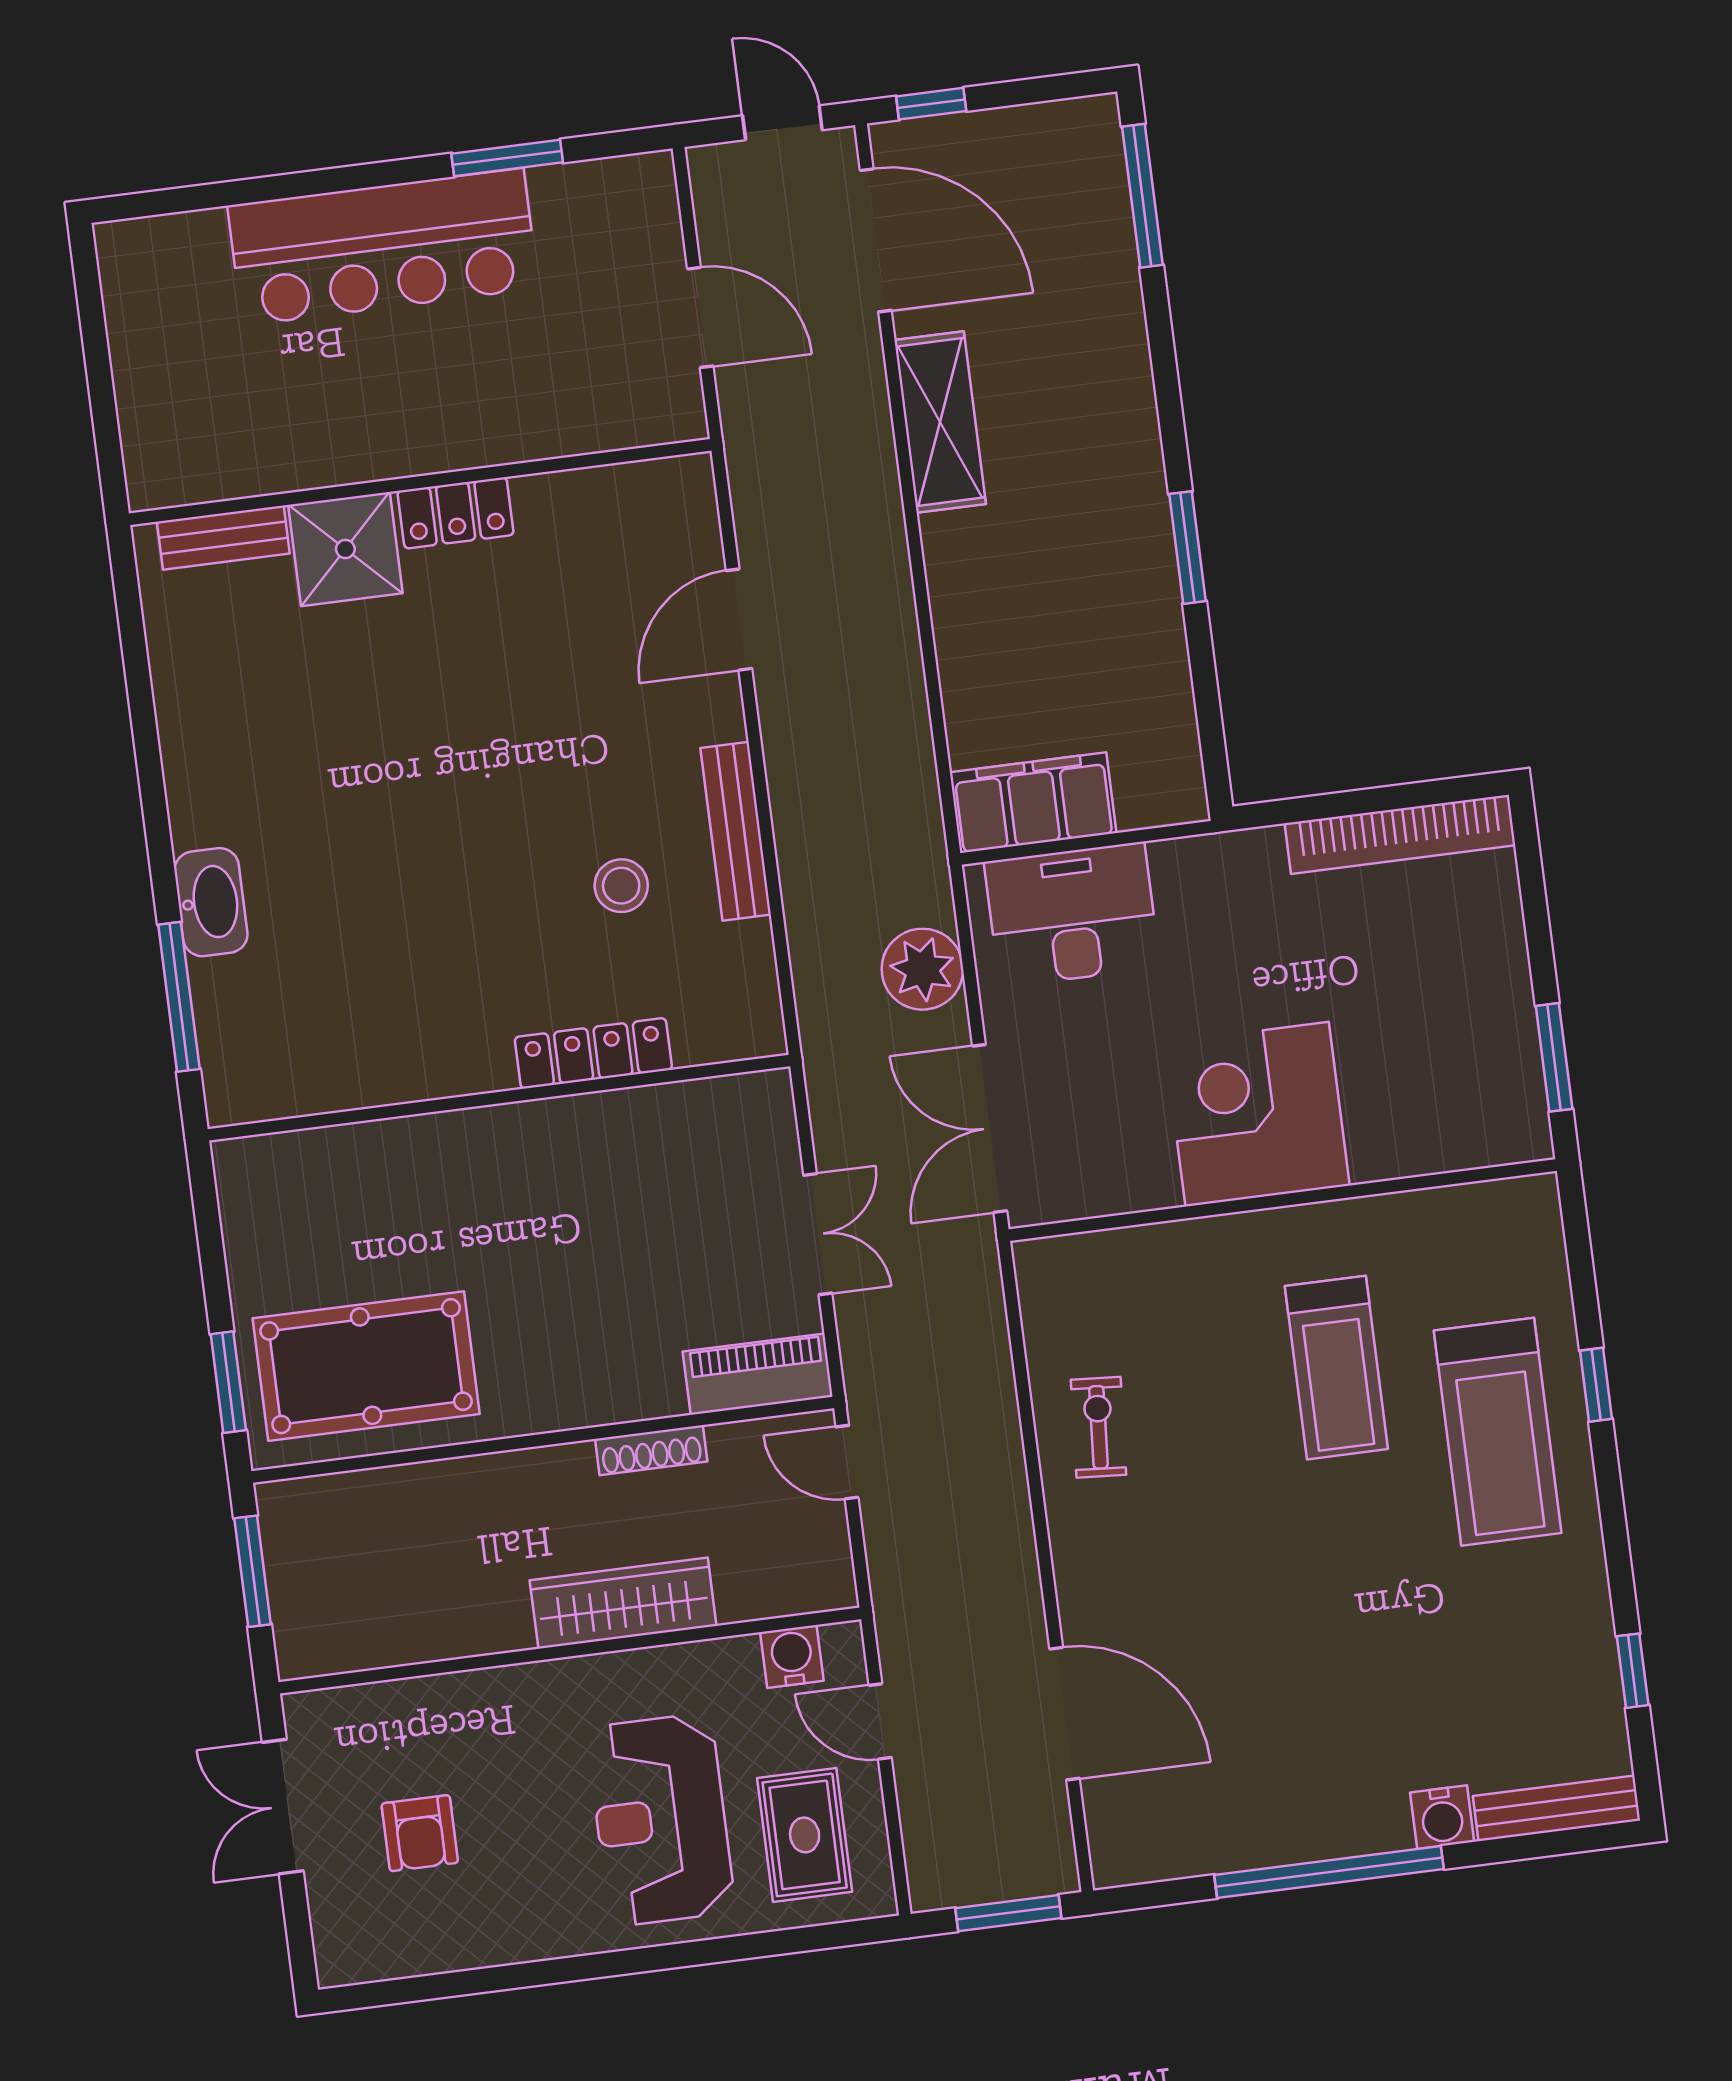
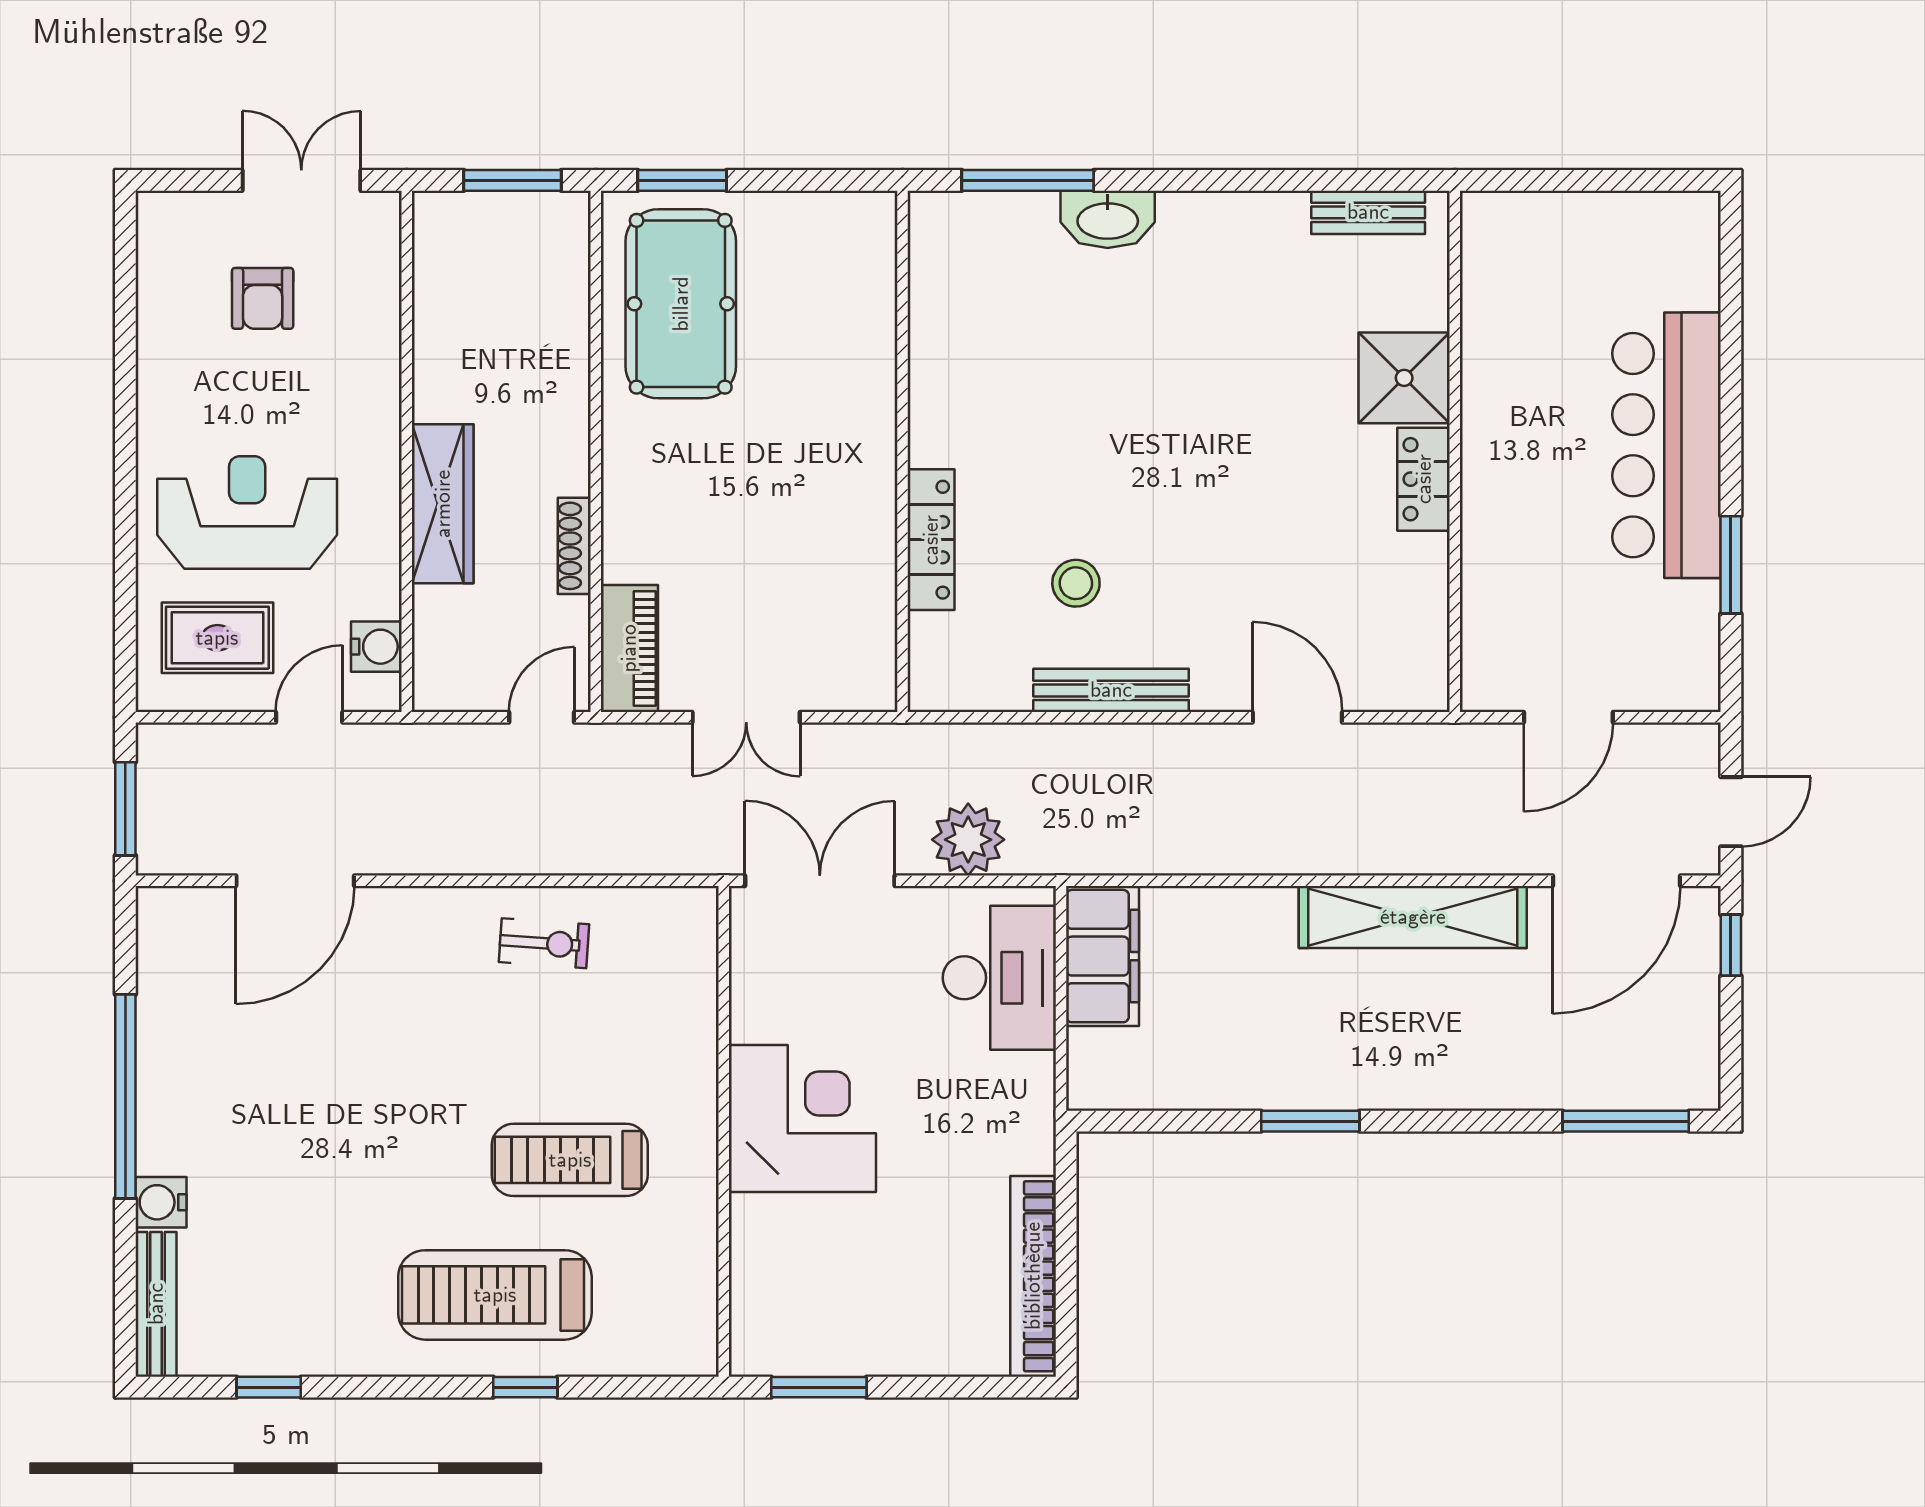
shelving: (940, 422) -> (1413, 917), width x1.47
bench: (223, 538) -> (1368, 212), moved, turned 90
armchair: (420, 1833) -> (263, 298), turned -90

